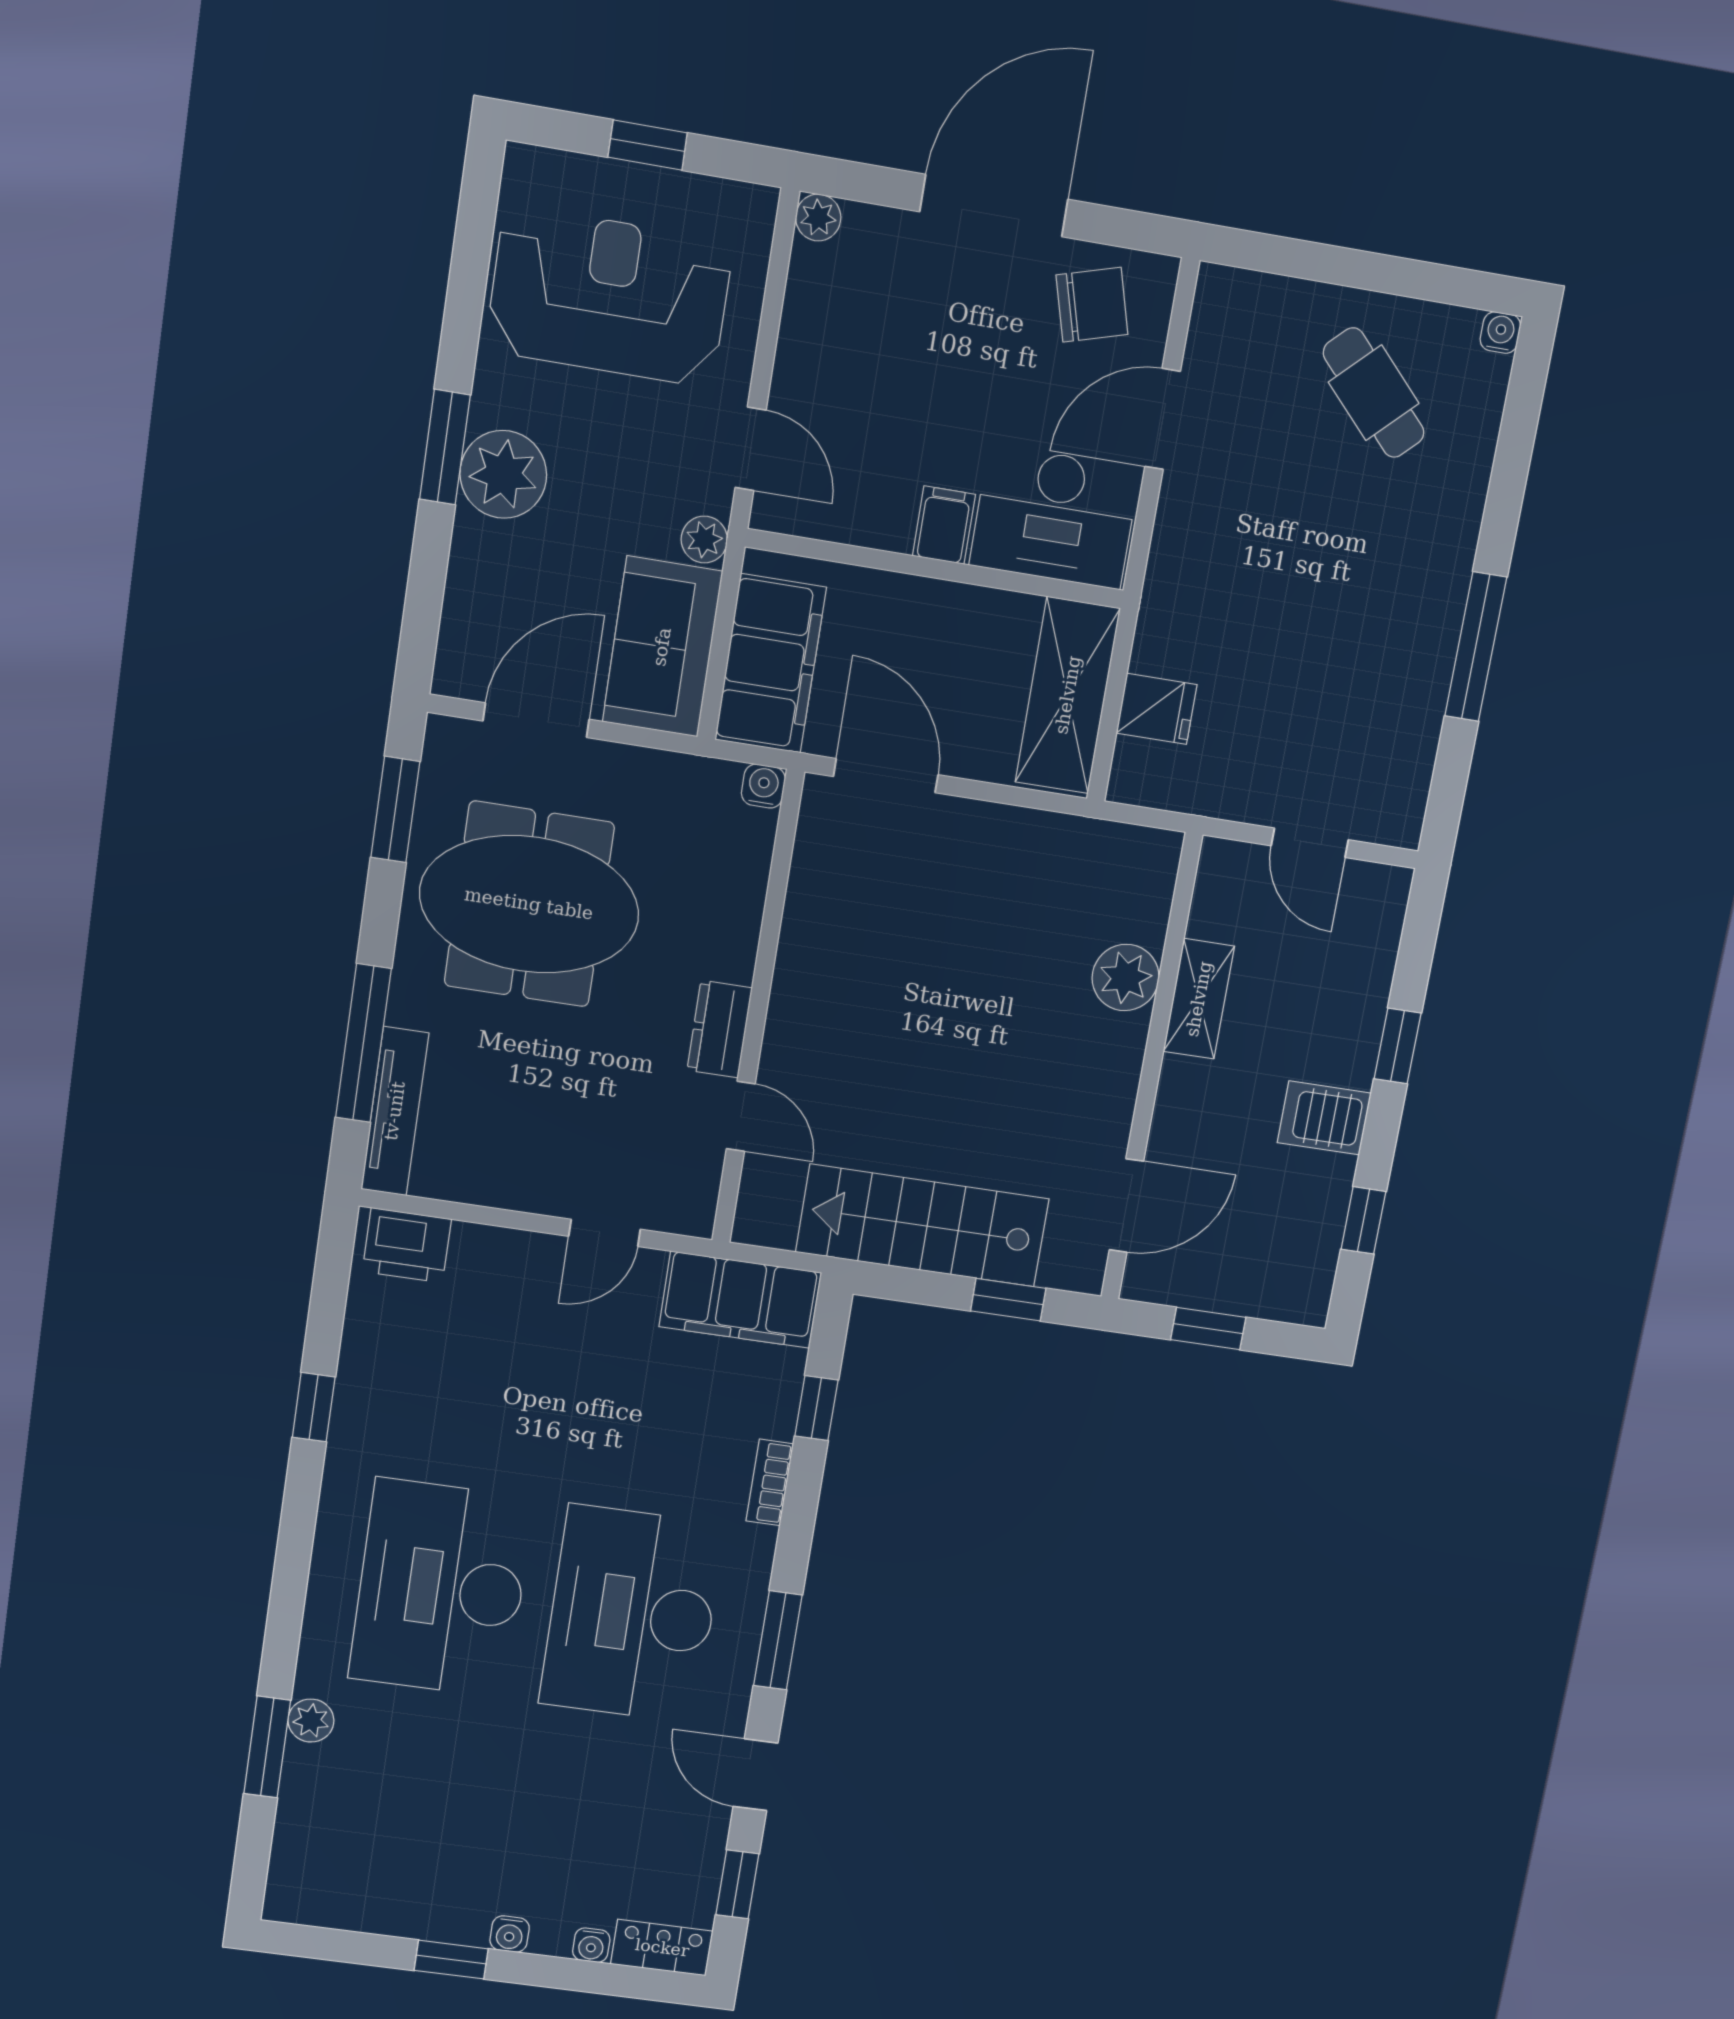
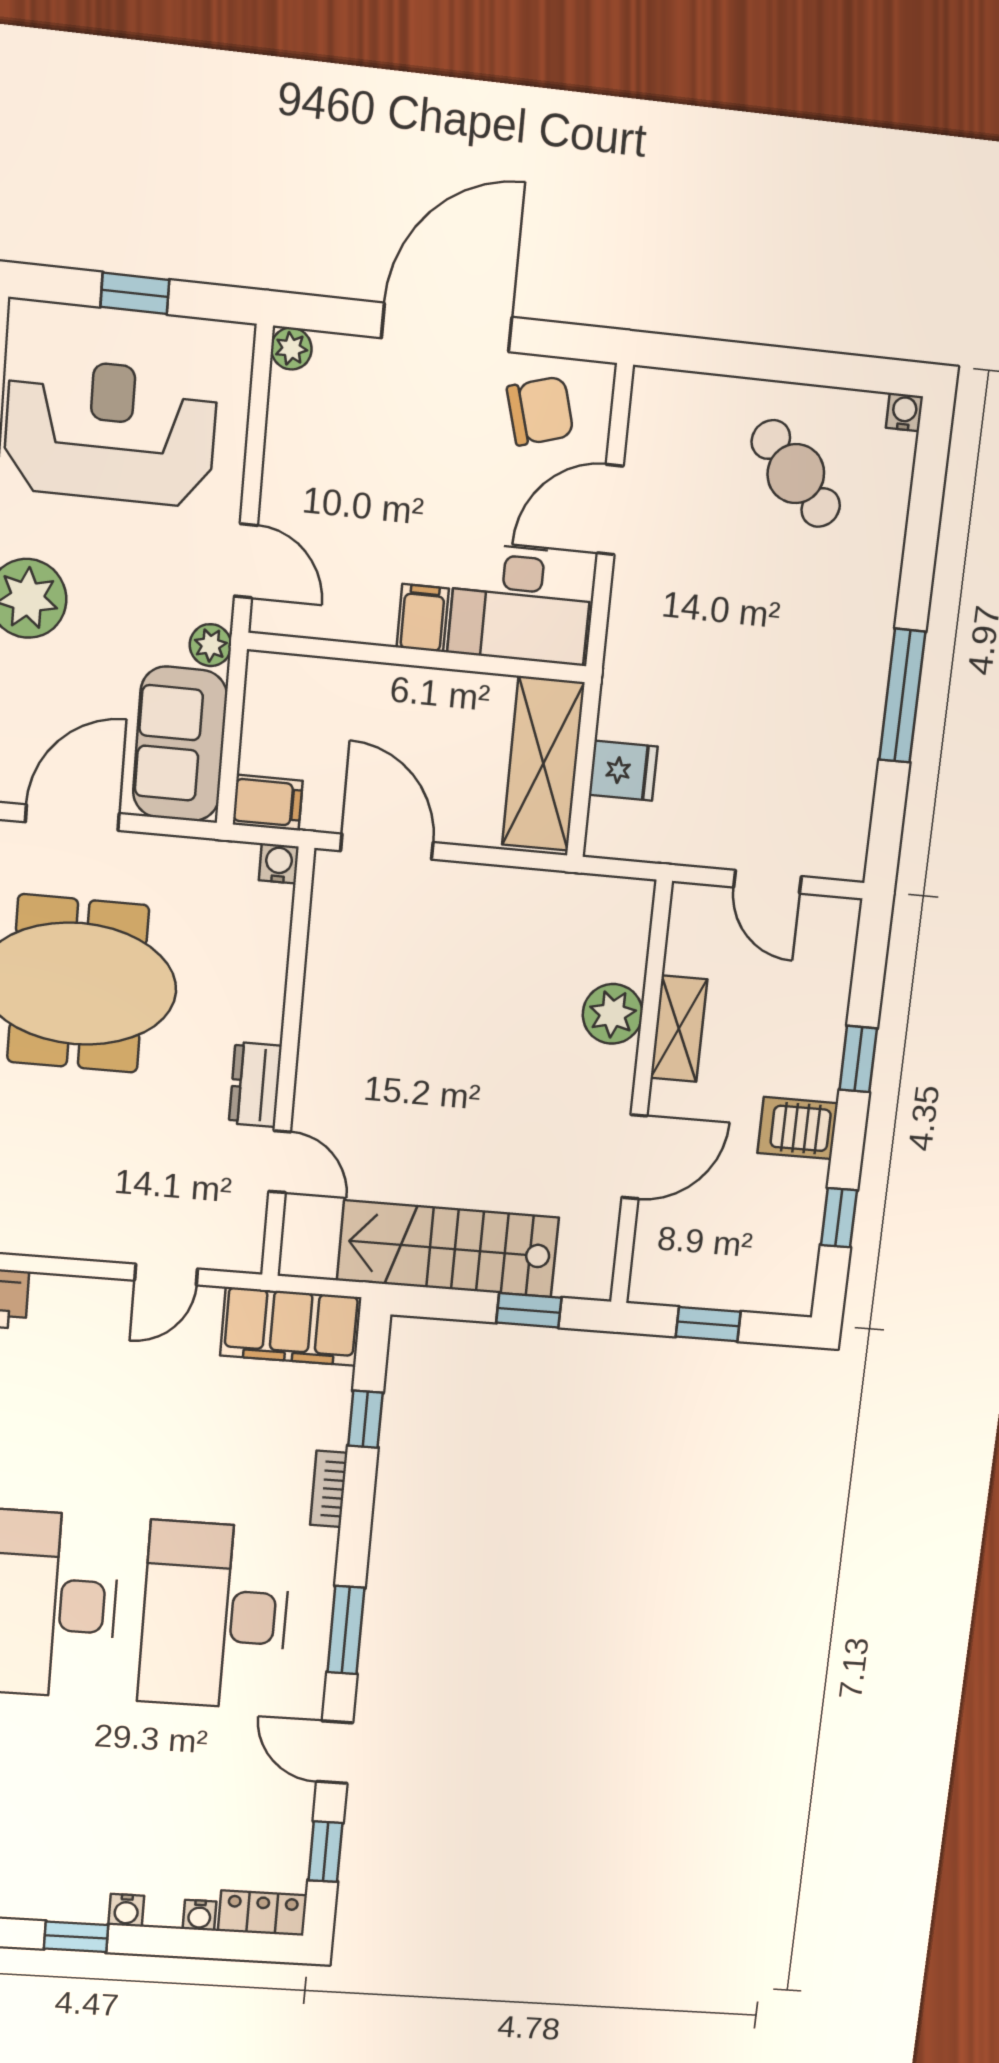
filing cabinet: (770, 664) -> (268, 803), width x0.33, depth x0.86
door: (1126, 1206) -> (634, 1157), moved

